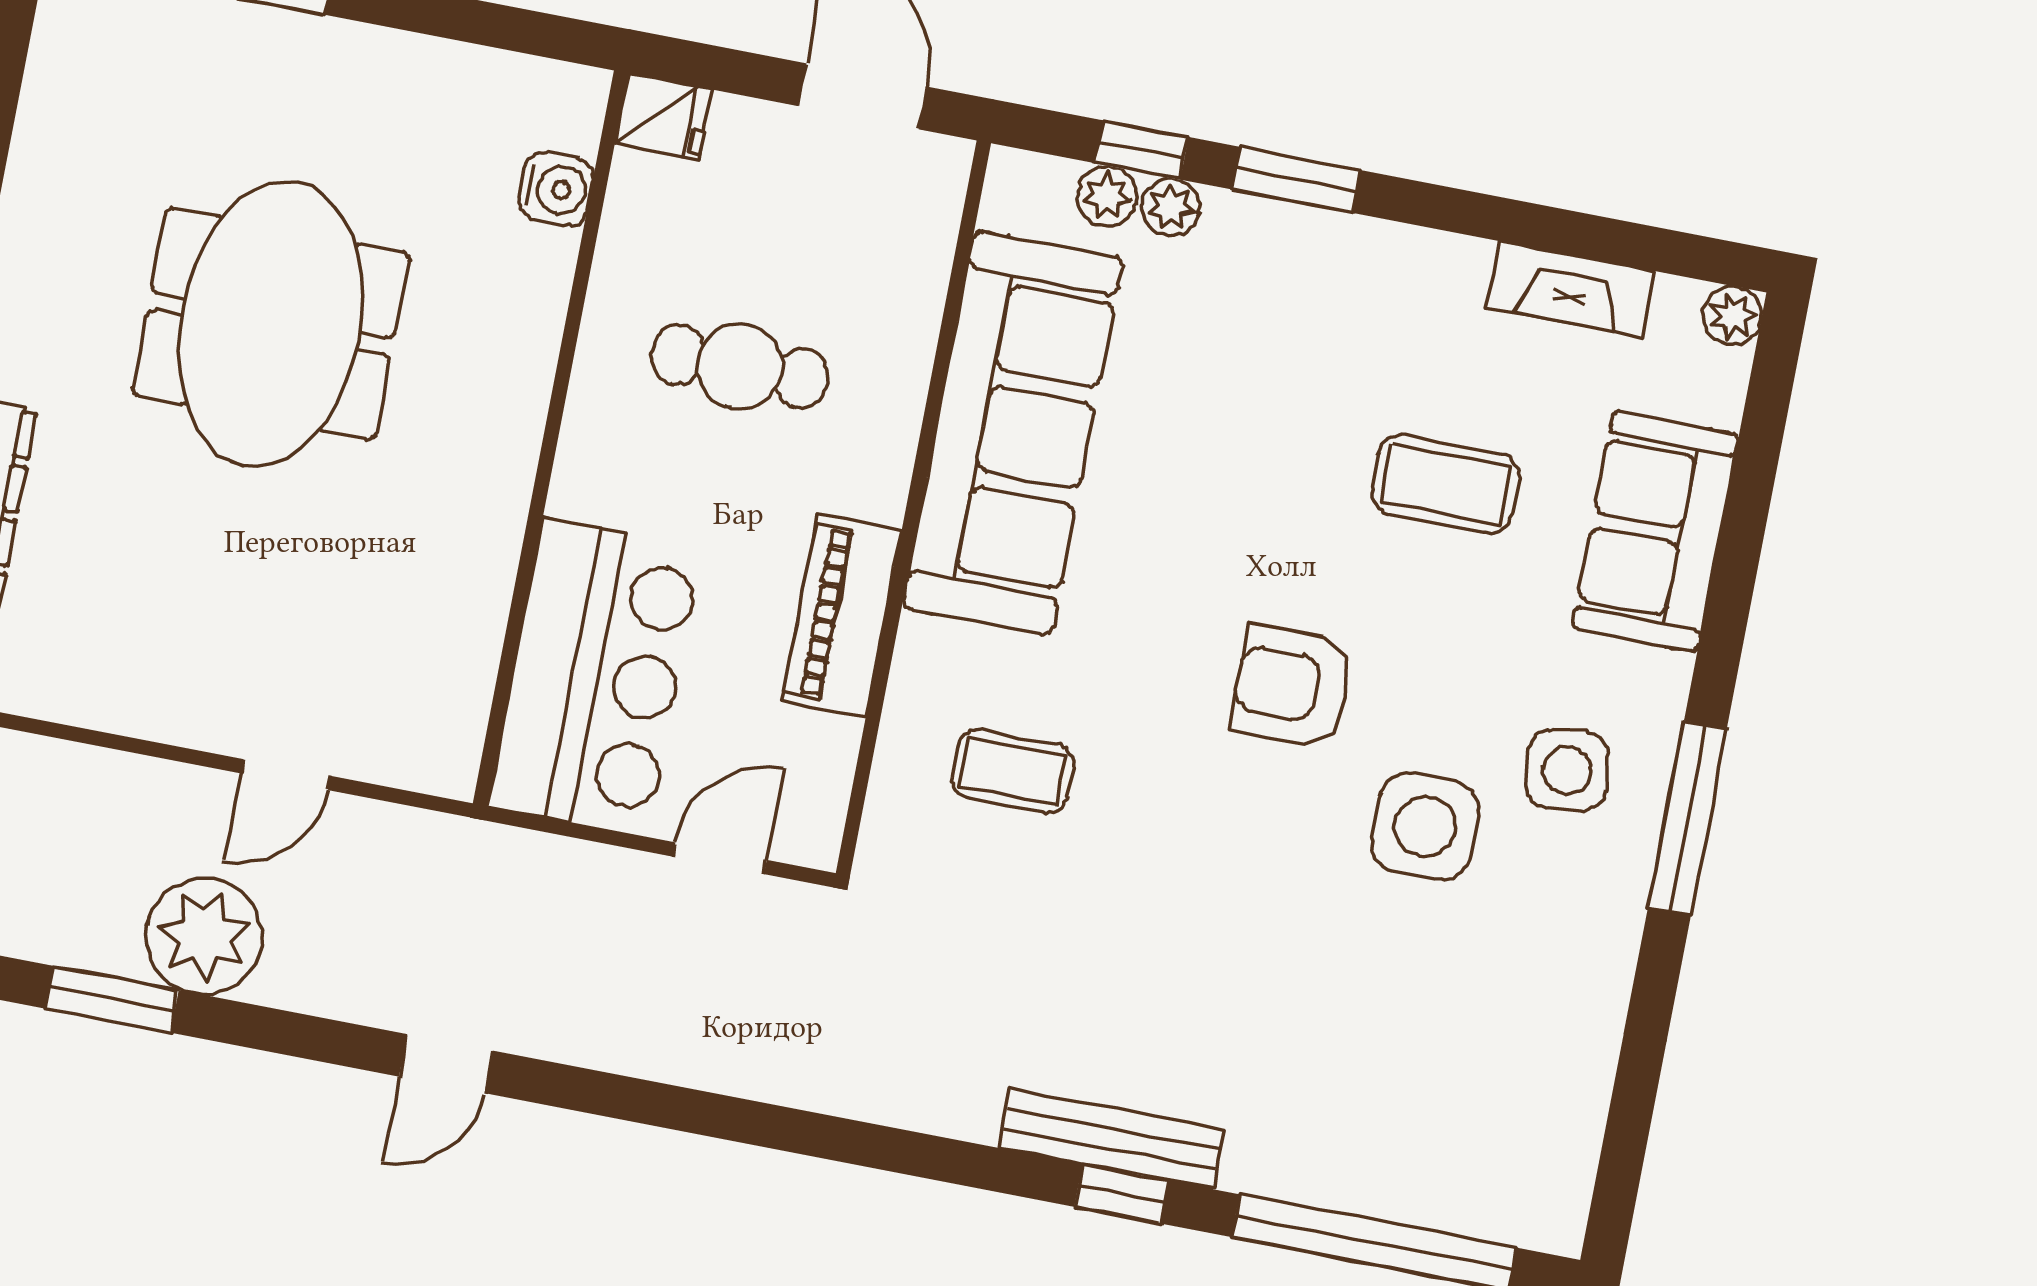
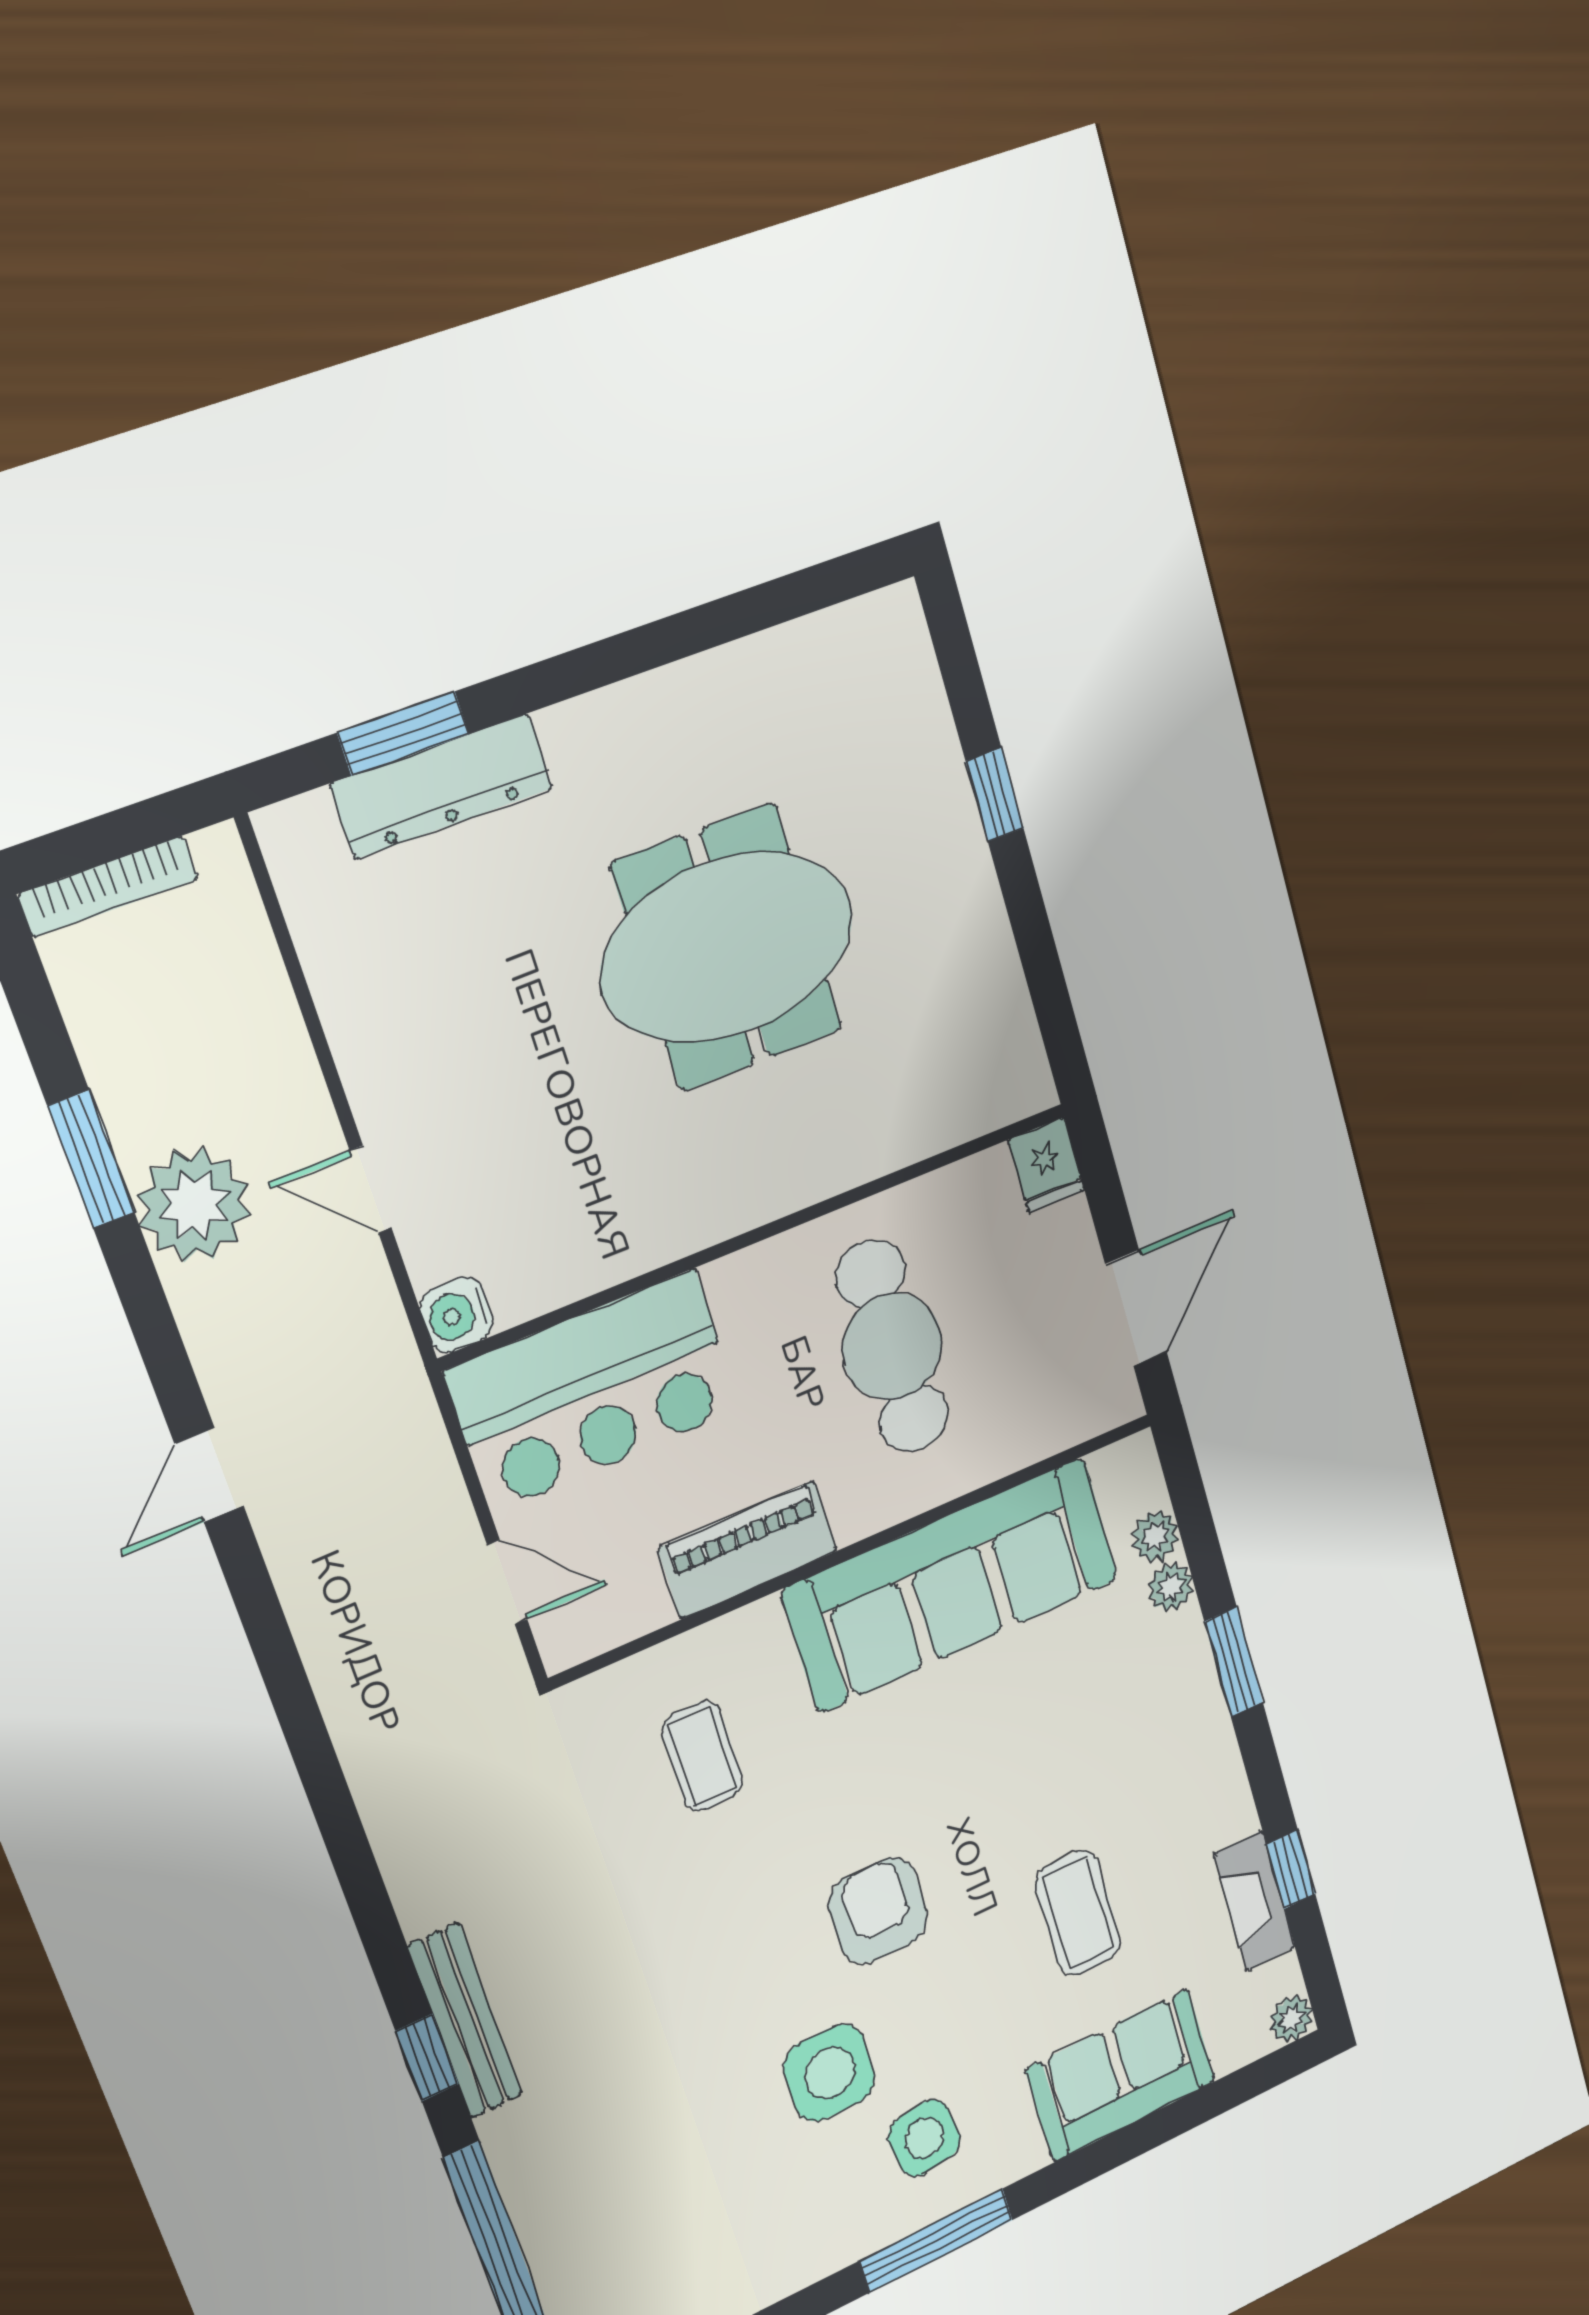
window: (1142, 150) -> (1291, 1869), moved
water cooler: (556, 189) -> (457, 1315), moved, turned 90
cafe table: (740, 366) -> (892, 1347), width x1.37, depth x1.35
door: (446, 1064) -> (209, 1475), hinge flipped

